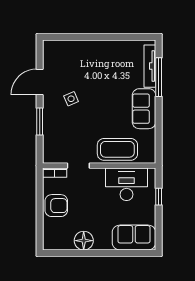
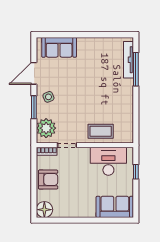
side table: (71, 99) -> (48, 97), moved
sofa: (144, 109) -> (59, 47), moved, turned -90
plant: (54, 146) -> (46, 128), added
coffee table: (117, 149) -> (101, 131), width x0.73, depth x0.76
floor lamp: (84, 241) -> (44, 210), moved

